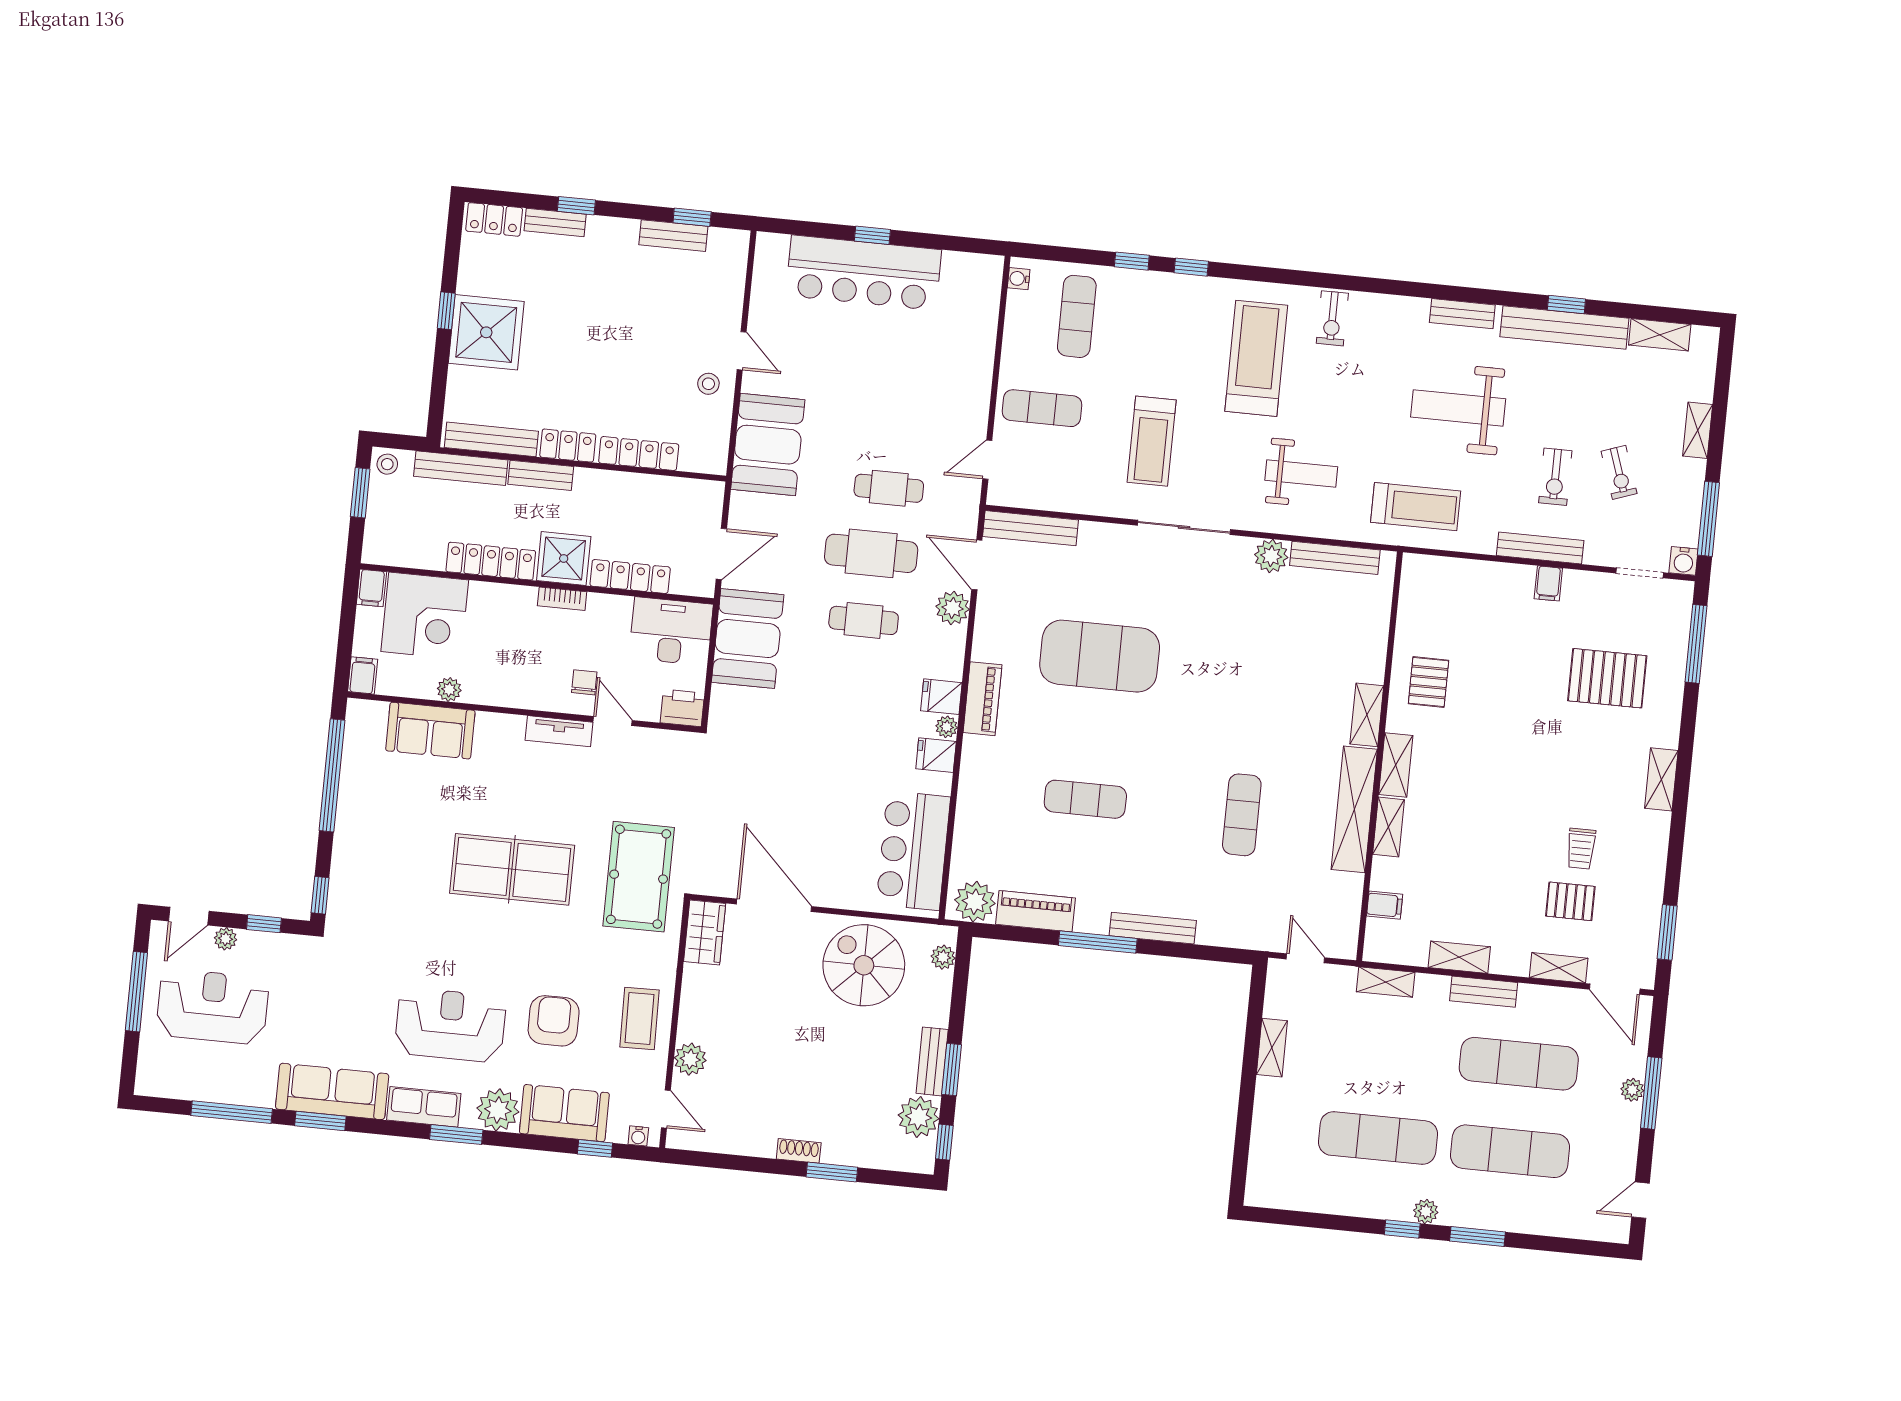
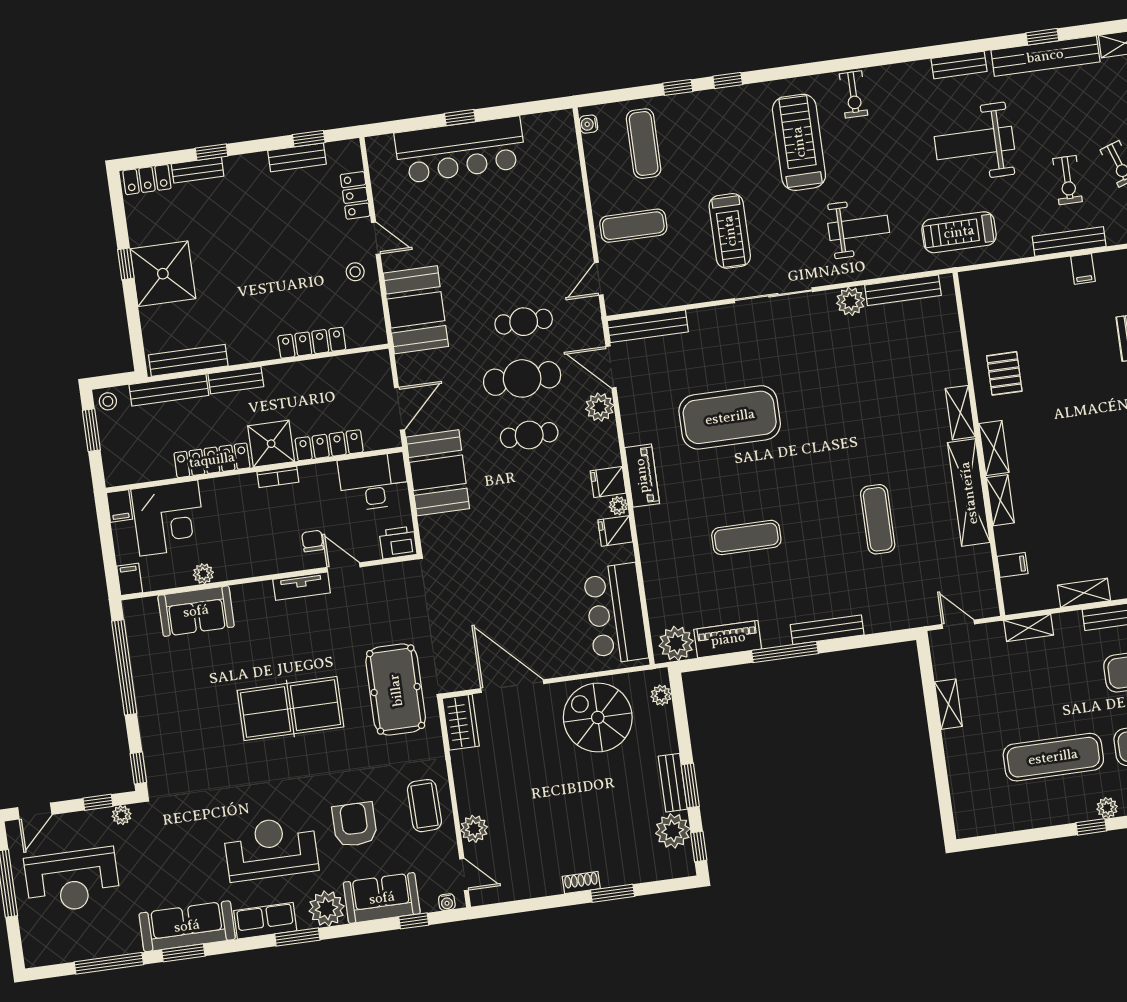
locker: (568, 446) -> (355, 195), moved, turned -90
treadmill: (1416, 507) -> (959, 232), turned 180
plant: (225, 939) -> (122, 815), moved
reception desk: (213, 1007) -> (72, 880), turned 180

